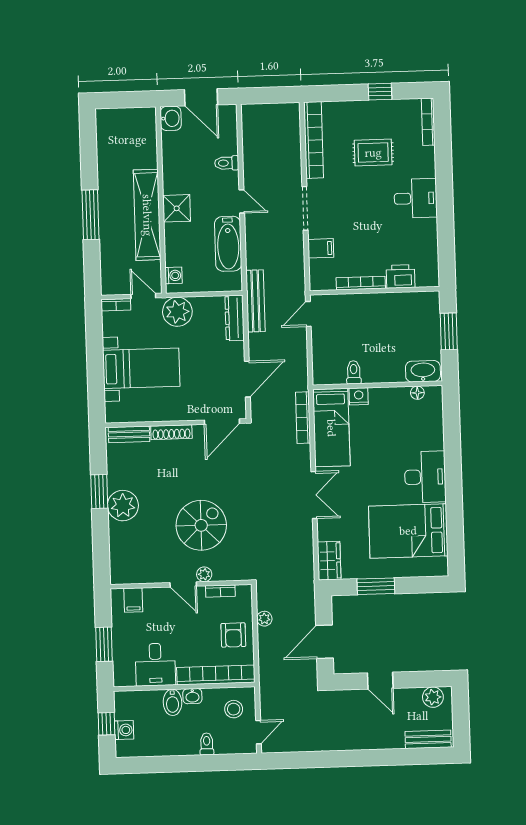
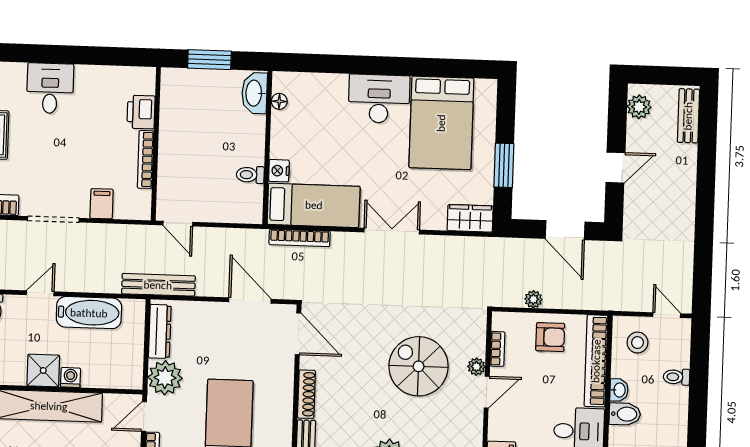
washing machine: (174, 275) -> (70, 378), moved
dresser: (235, 318) -> (160, 331), moved, turned -90

